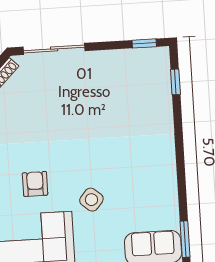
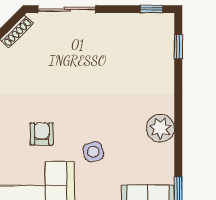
plant: (162, 170) -> (160, 128), added
side table: (91, 200) -> (93, 152), turned 36

